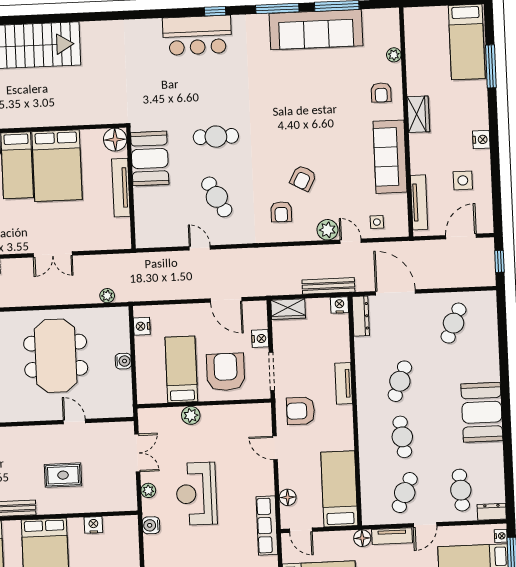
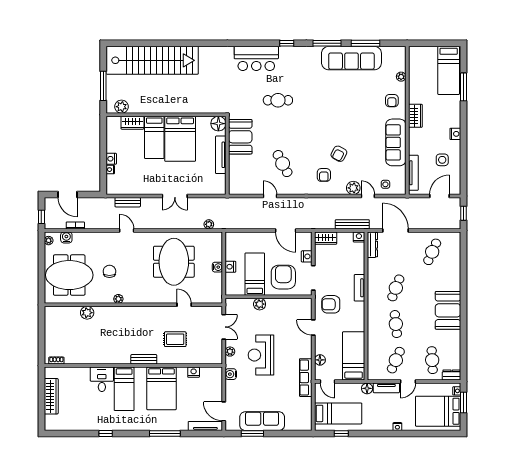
bar counter: (197, 35) -> (256, 58), moved
cafe table: (216, 137) -> (278, 100), moved
nightstand: (142, 326) -> (230, 267), moved

